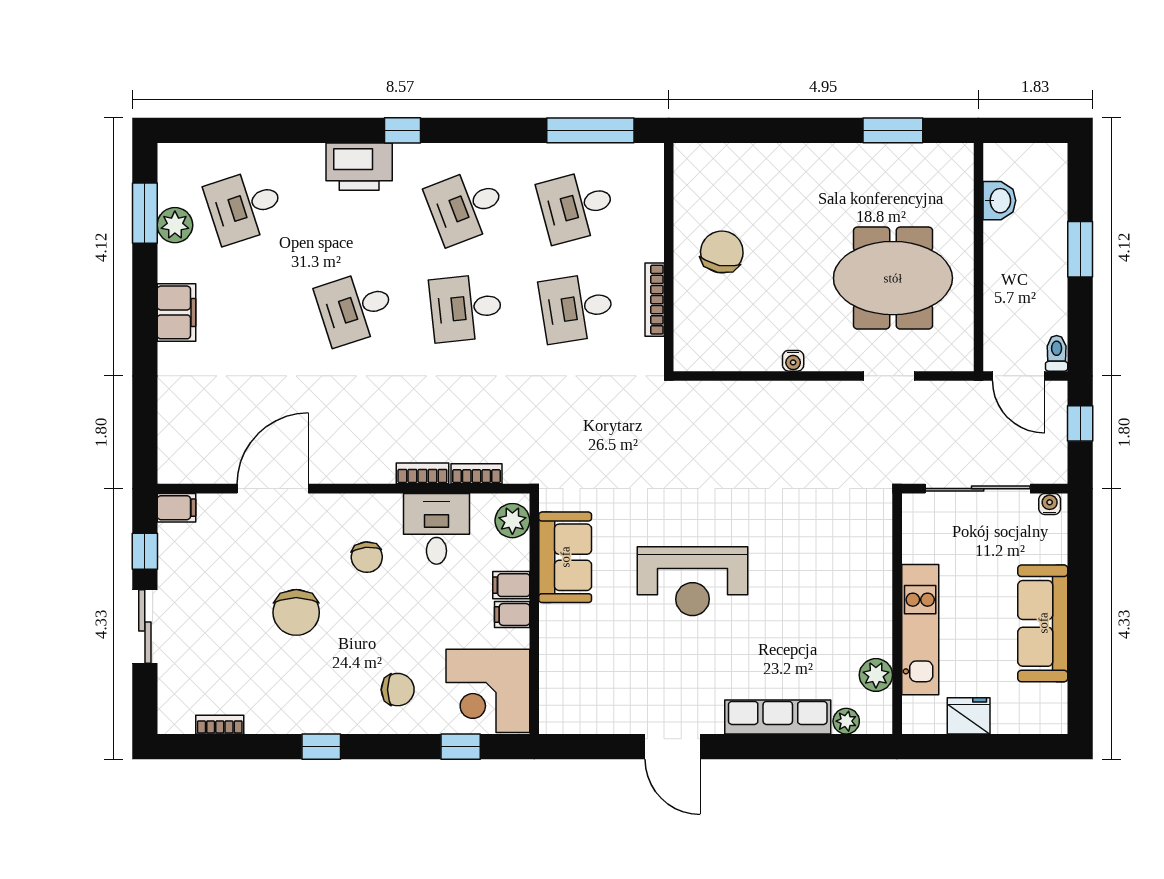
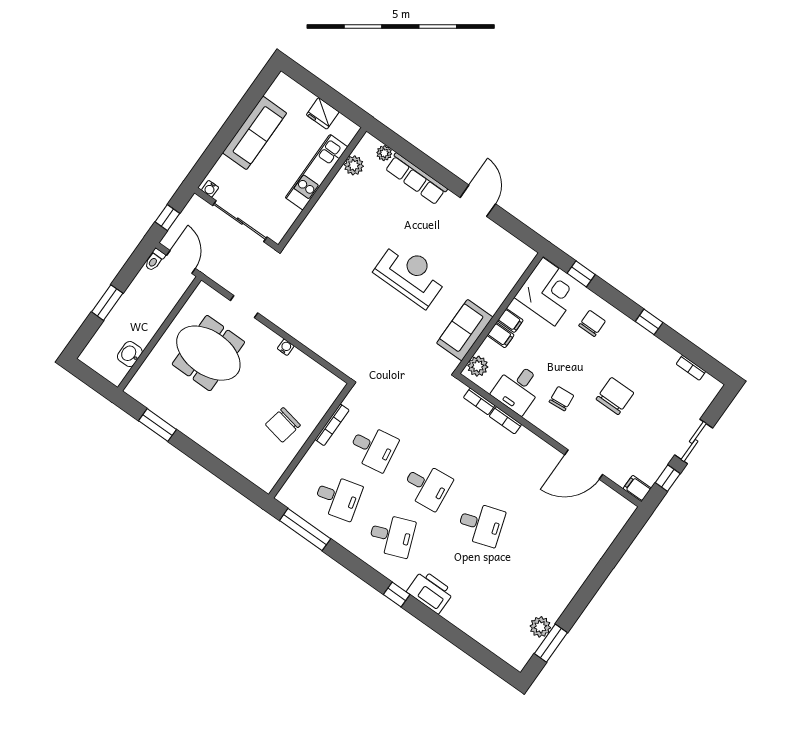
desk: (245, 206) -> (500, 612), removed
filing cabinet: (177, 312) -> (570, 584), removed
chair: (398, 690) -> (592, 323), turned 90

